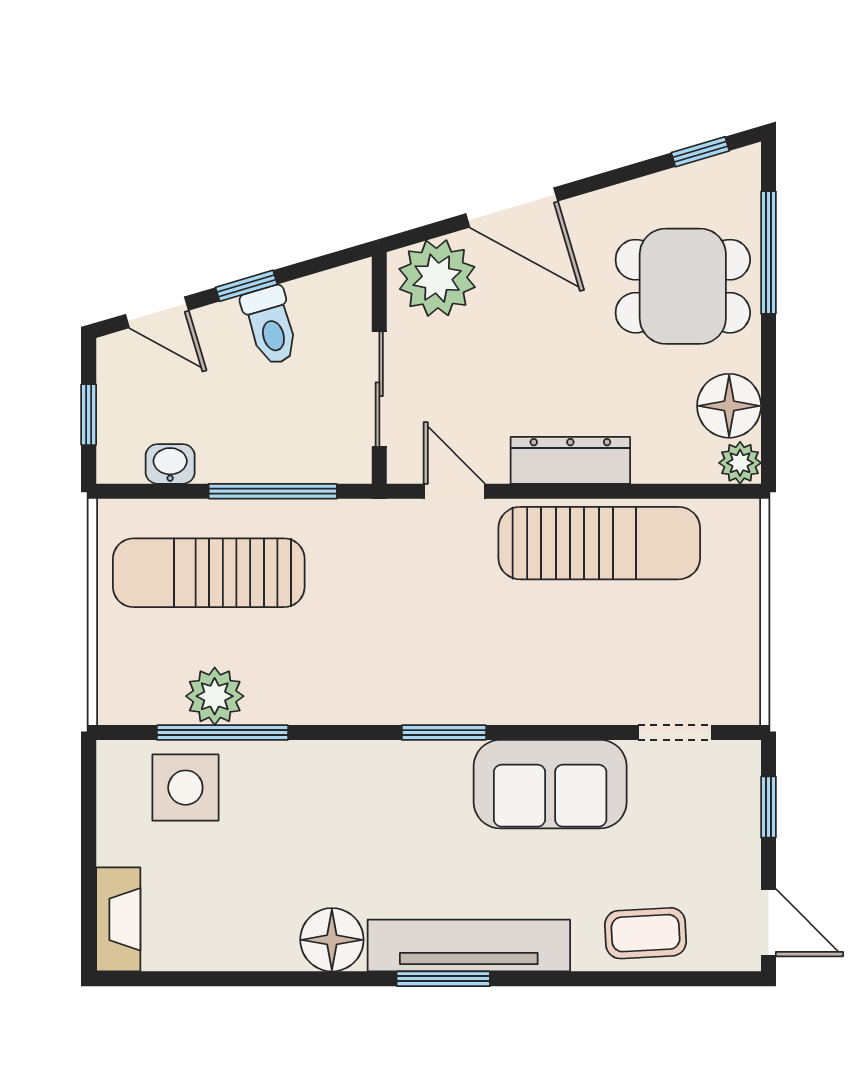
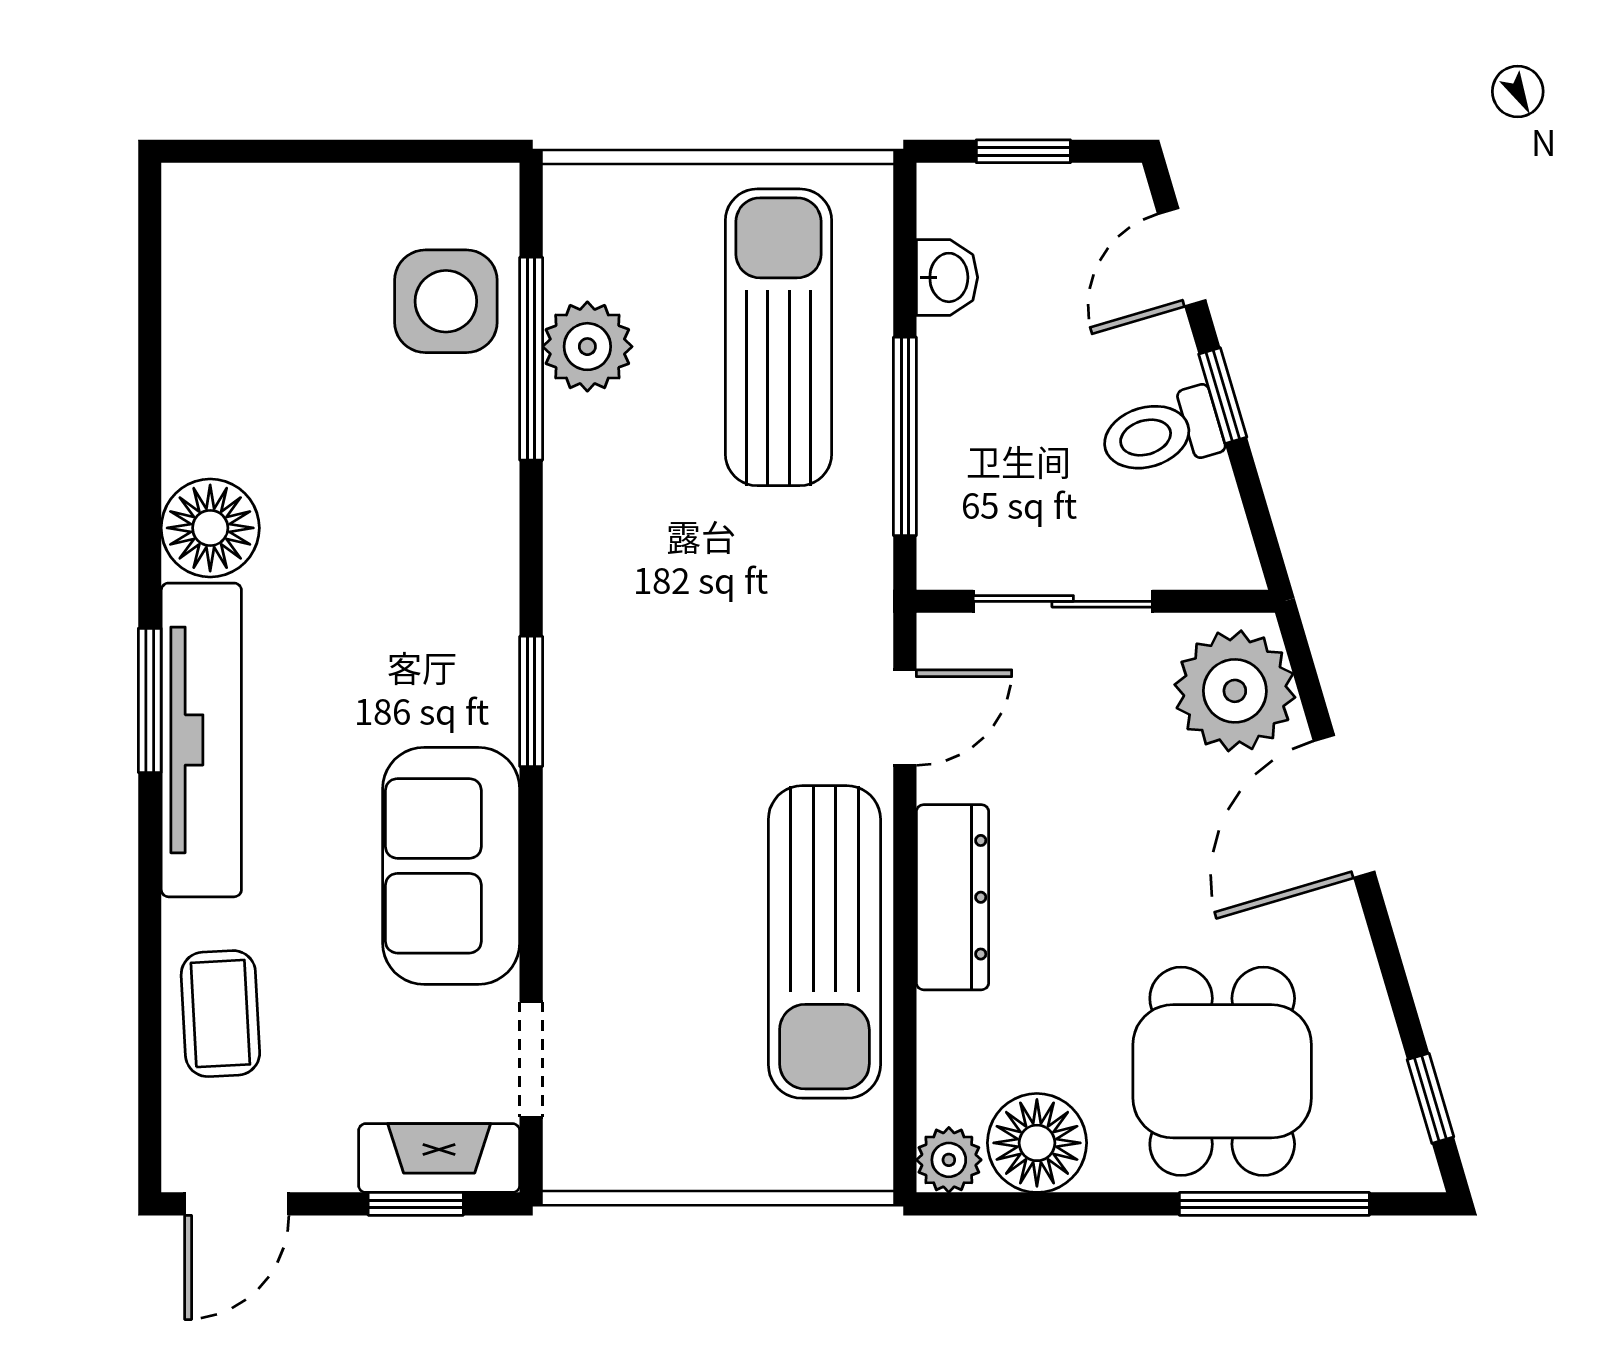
fireplace: (118, 919) -> (439, 1158), moved, turned 180

